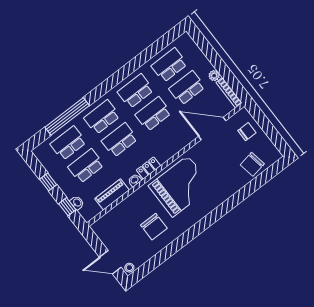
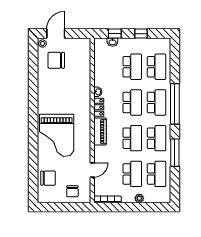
window: (136, 63) -> (175, 153), added
plant: (214, 76) -> (139, 198), moved
window: (67, 116) -> (175, 104), moved
door: (212, 128) -> (92, 170), width x0.53
chair: (252, 164) -> (48, 178), turned 100
grand piano: (180, 186) -> (57, 135), moved
piano: (112, 194) -> (100, 131), moved
chair: (154, 227) -> (56, 60), moved

